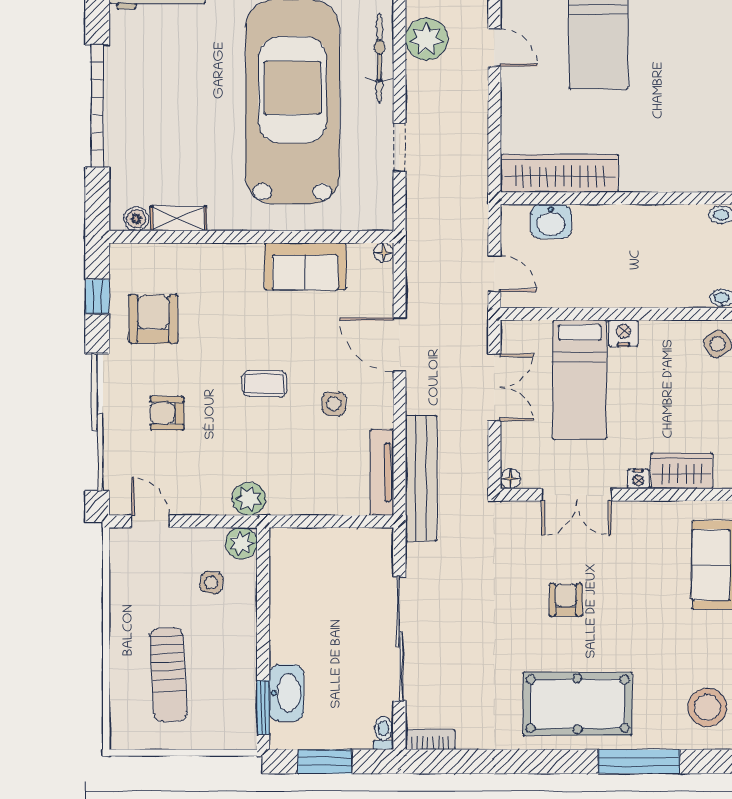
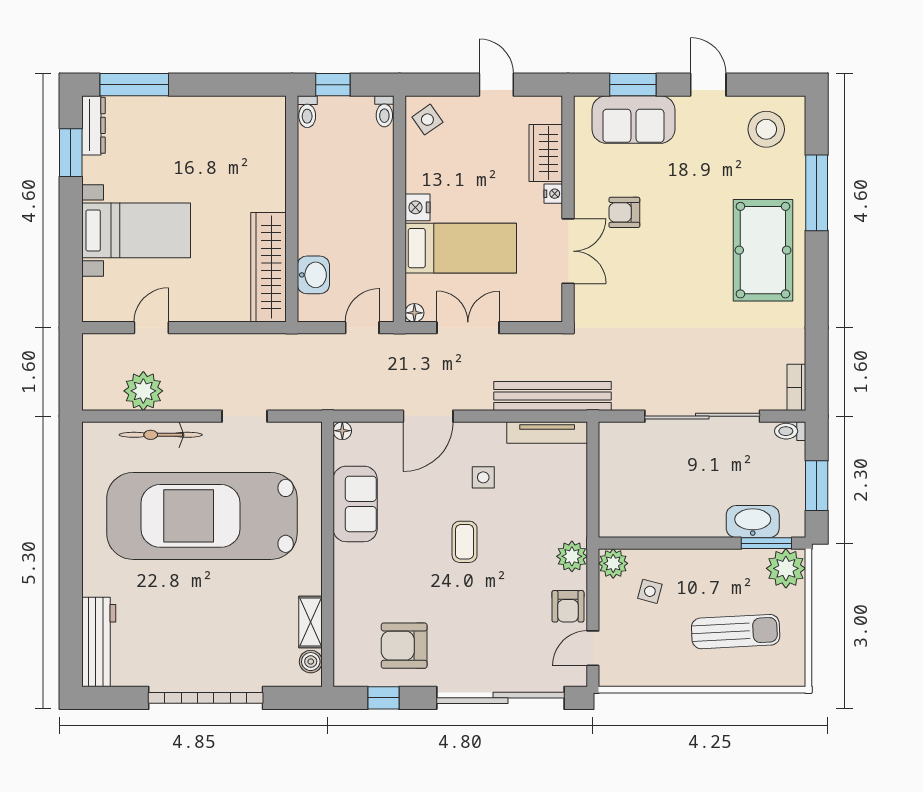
armchair: (167, 413) -> (568, 606), moved
floor lamp: (510, 479) -> (414, 313), moved
armchair: (566, 600) -> (624, 212), moved
plant: (236, 728) -> (786, 568), added

